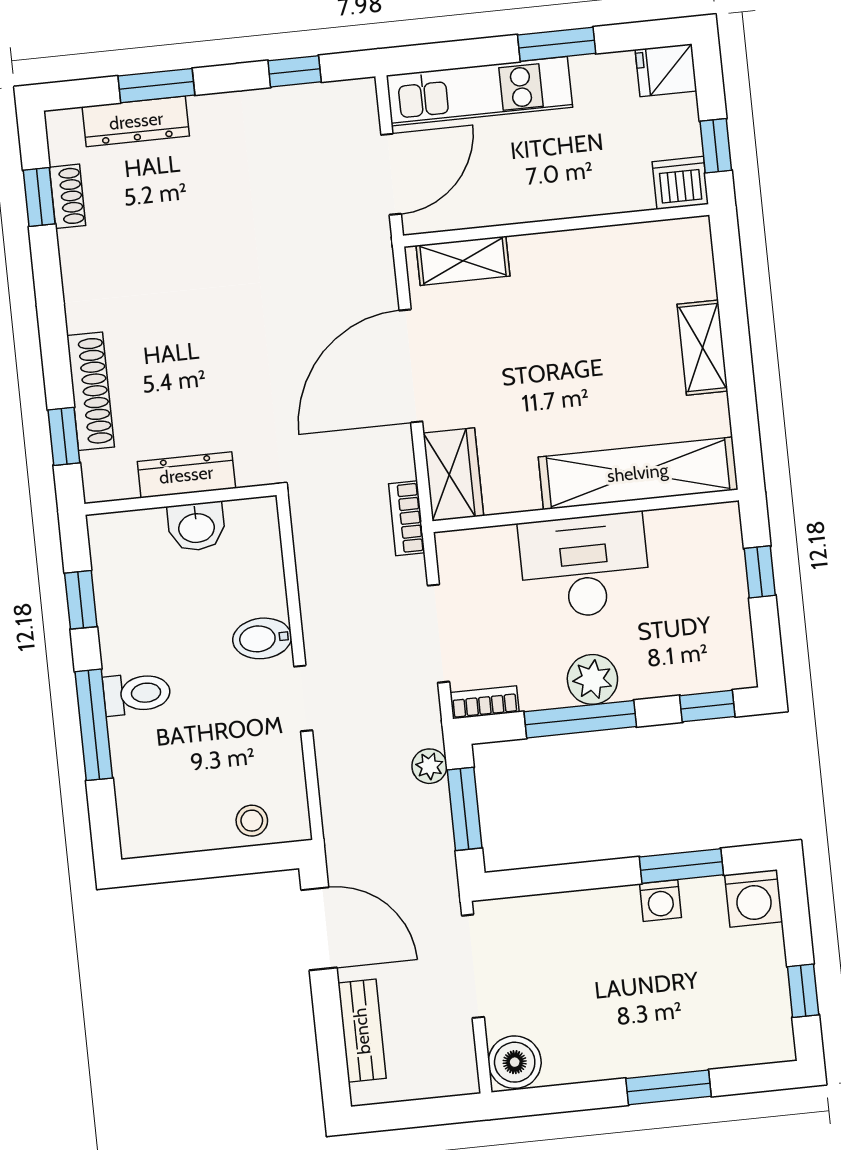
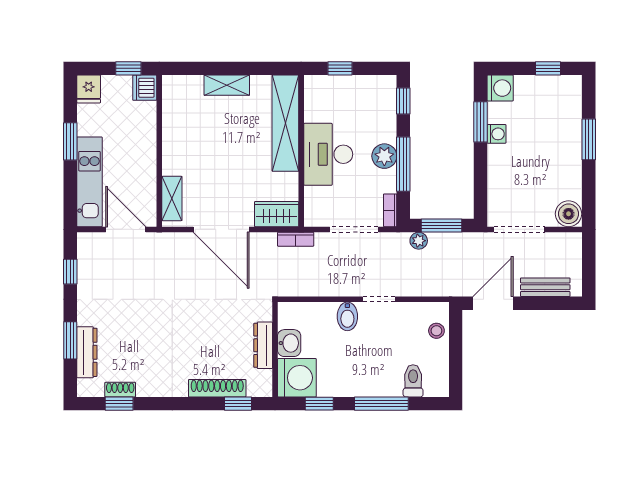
washing machine: (128, 549) -> (297, 378), added
toilet: (137, 694) -> (413, 381), moved

